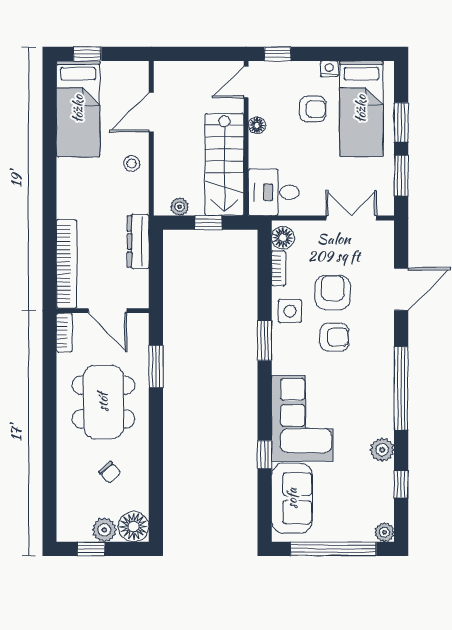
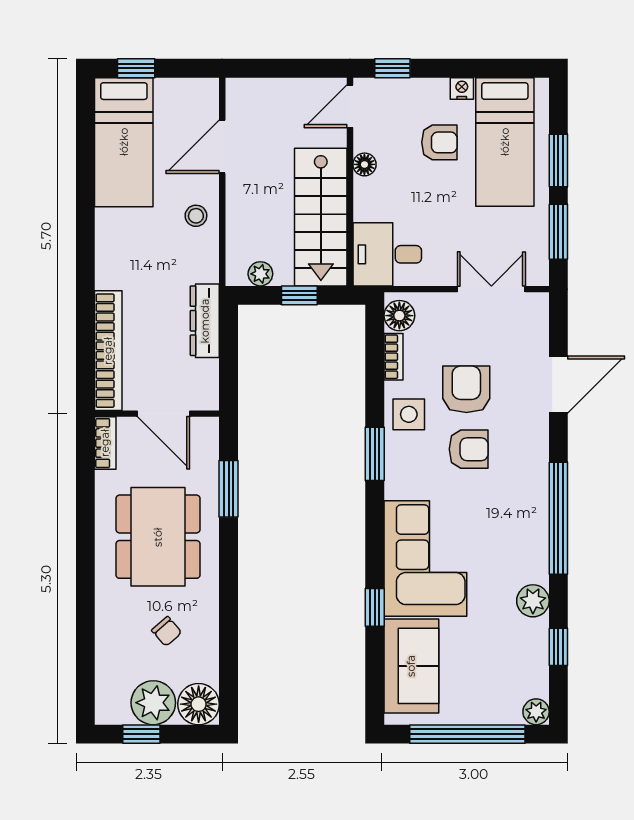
plant: (104, 530) -> (153, 703), width x1.36, depth x1.36

